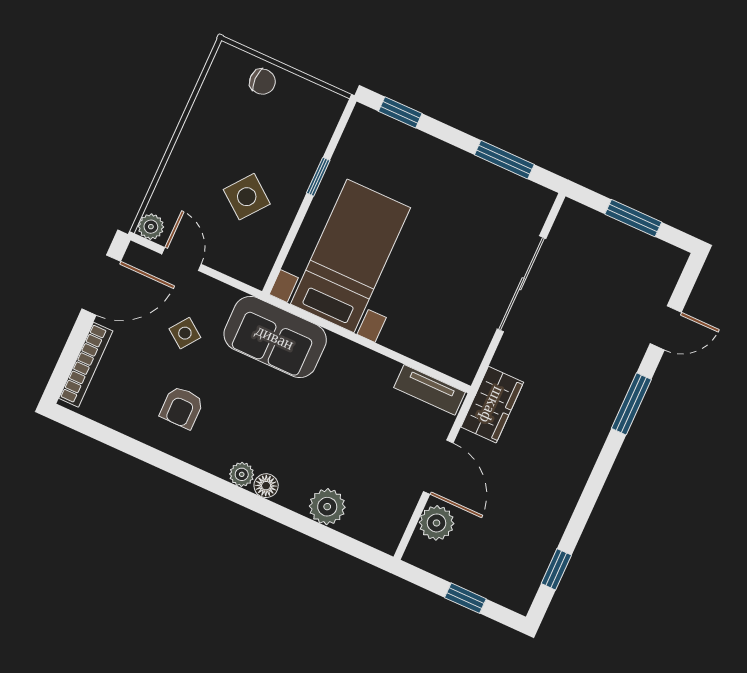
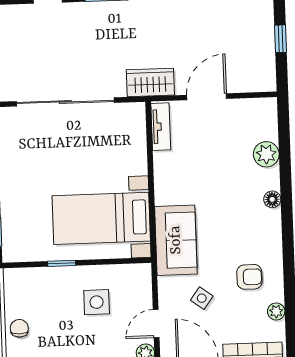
side table: (247, 197) -> (97, 302), turned -38
sliding door: (521, 284) -> (65, 102), width x1.36
plant: (242, 474) -> (276, 312), moved
plant: (437, 523) -> (242, 80), removed

